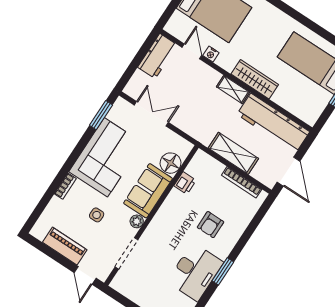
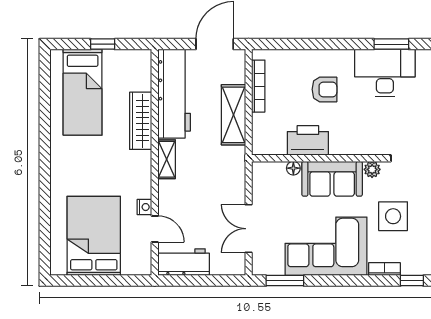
door: (192, 51) -> (155, 229), swing flipped
wardrobe: (255, 79) -> (141, 121), moved
floor lamp: (171, 163) -> (293, 168), width x0.53, depth x0.53
printer: (185, 183) -> (308, 140), width x1.87, depth x1.48
window: (46, 199) -> (412, 281), added
side table: (97, 215) -> (393, 216), width x1.87, depth x1.87
window: (223, 271) -> (391, 44), moved

